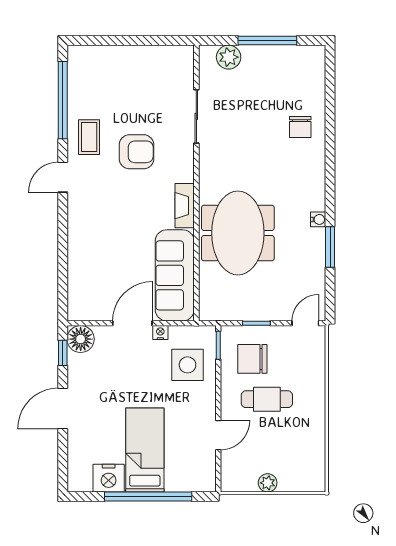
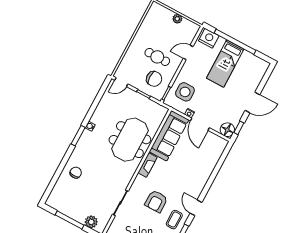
armchair: (137, 152) -> (156, 201), turned -90
door: (63, 177) -> (196, 208), swing flipped
window: (330, 247) -> (78, 136), moved
door: (132, 323) -> (200, 124), hinge flipped
nightstand: (109, 478) -> (209, 38), moved

